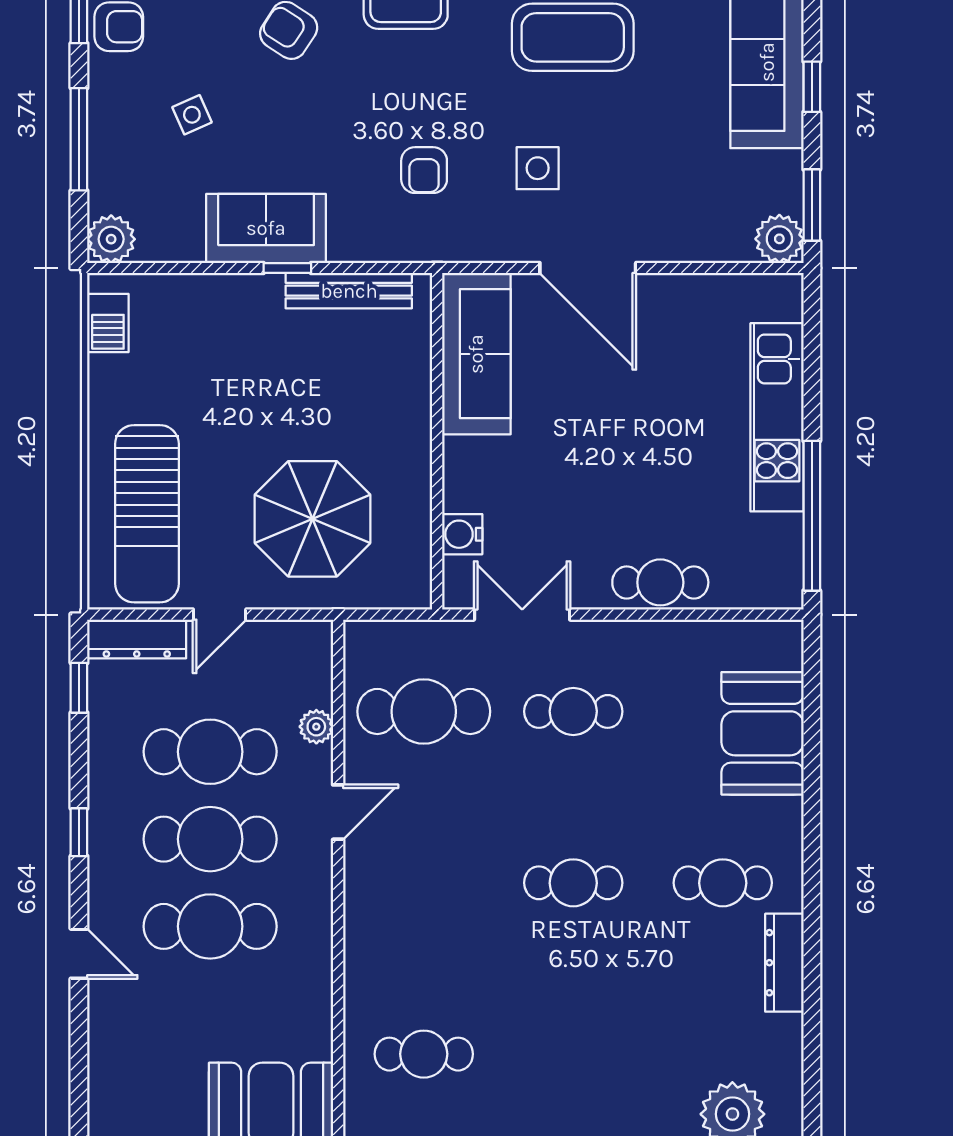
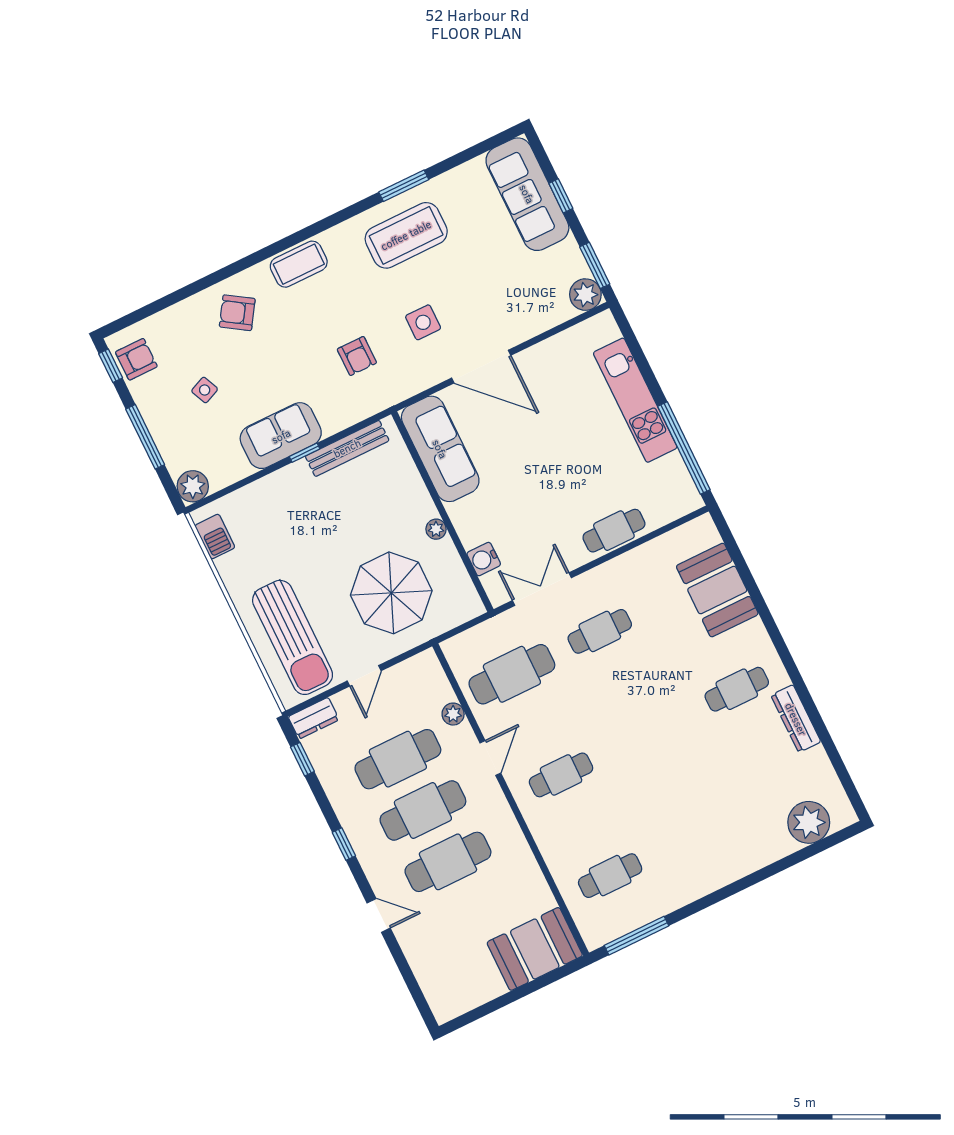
plant: (417, 461) -> (436, 529), added
dresser: (137, 639) -> (314, 718), width x0.70
cafe table: (573, 883) -> (561, 775), moved

